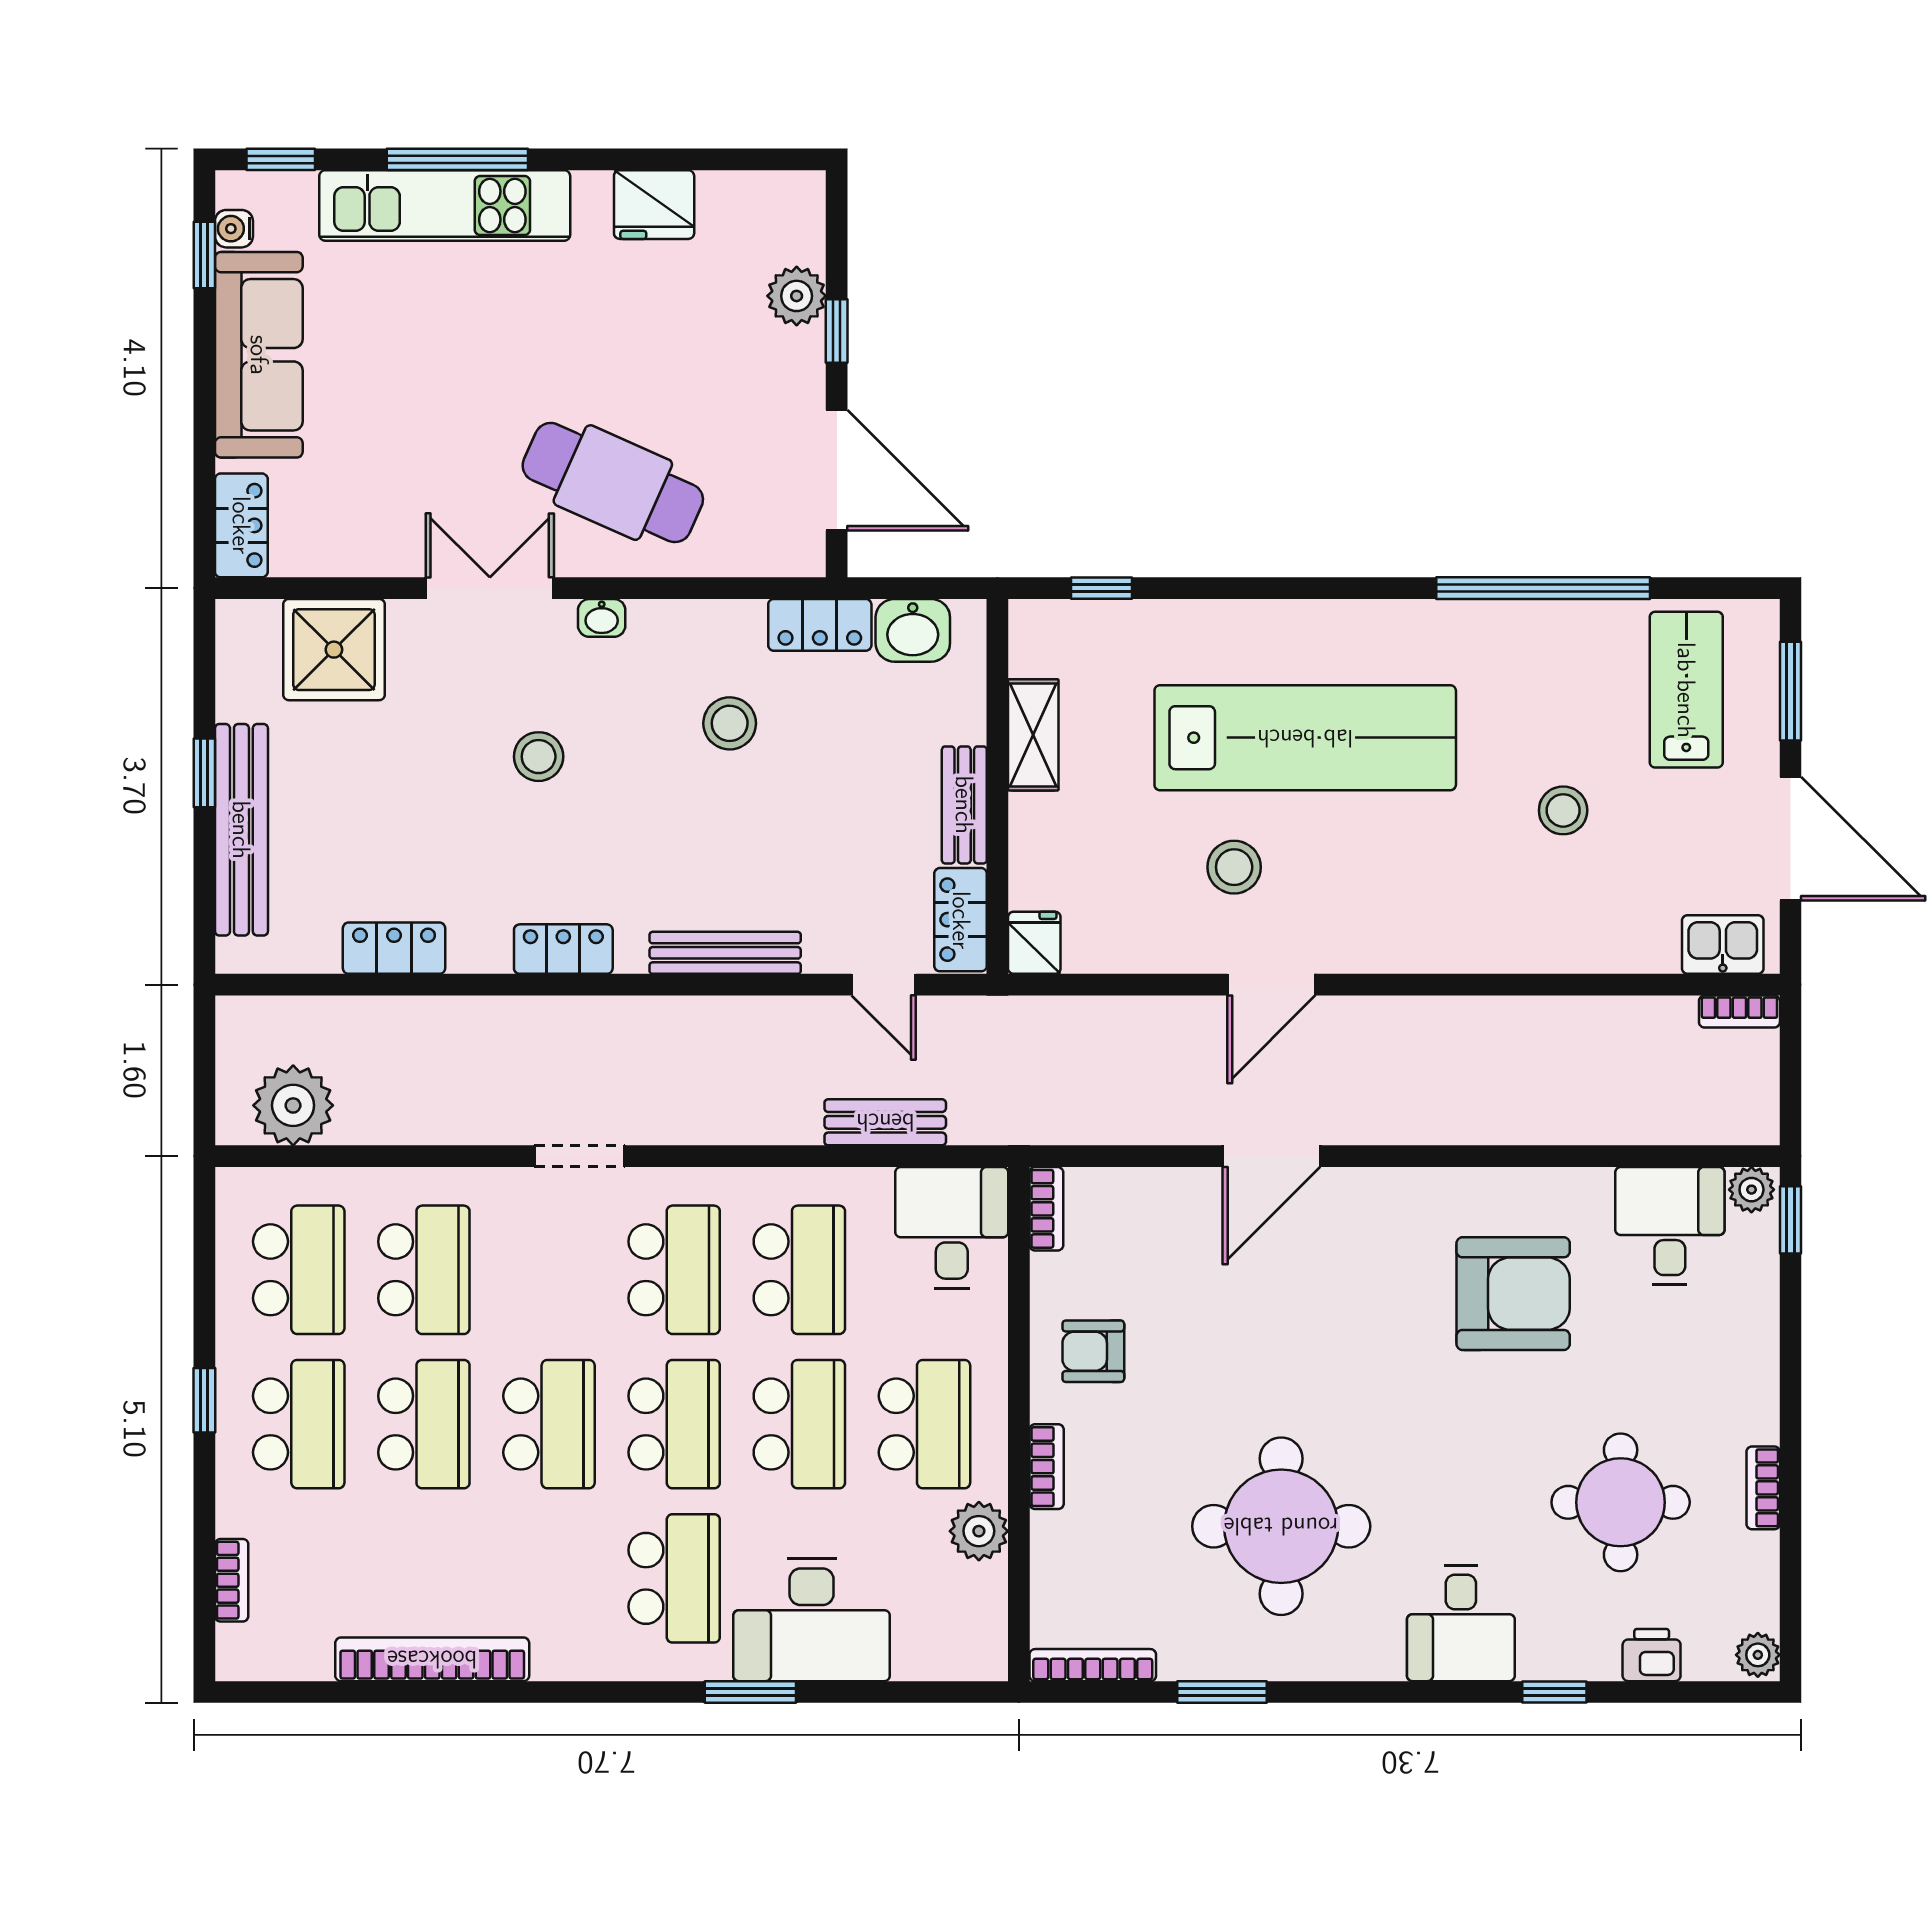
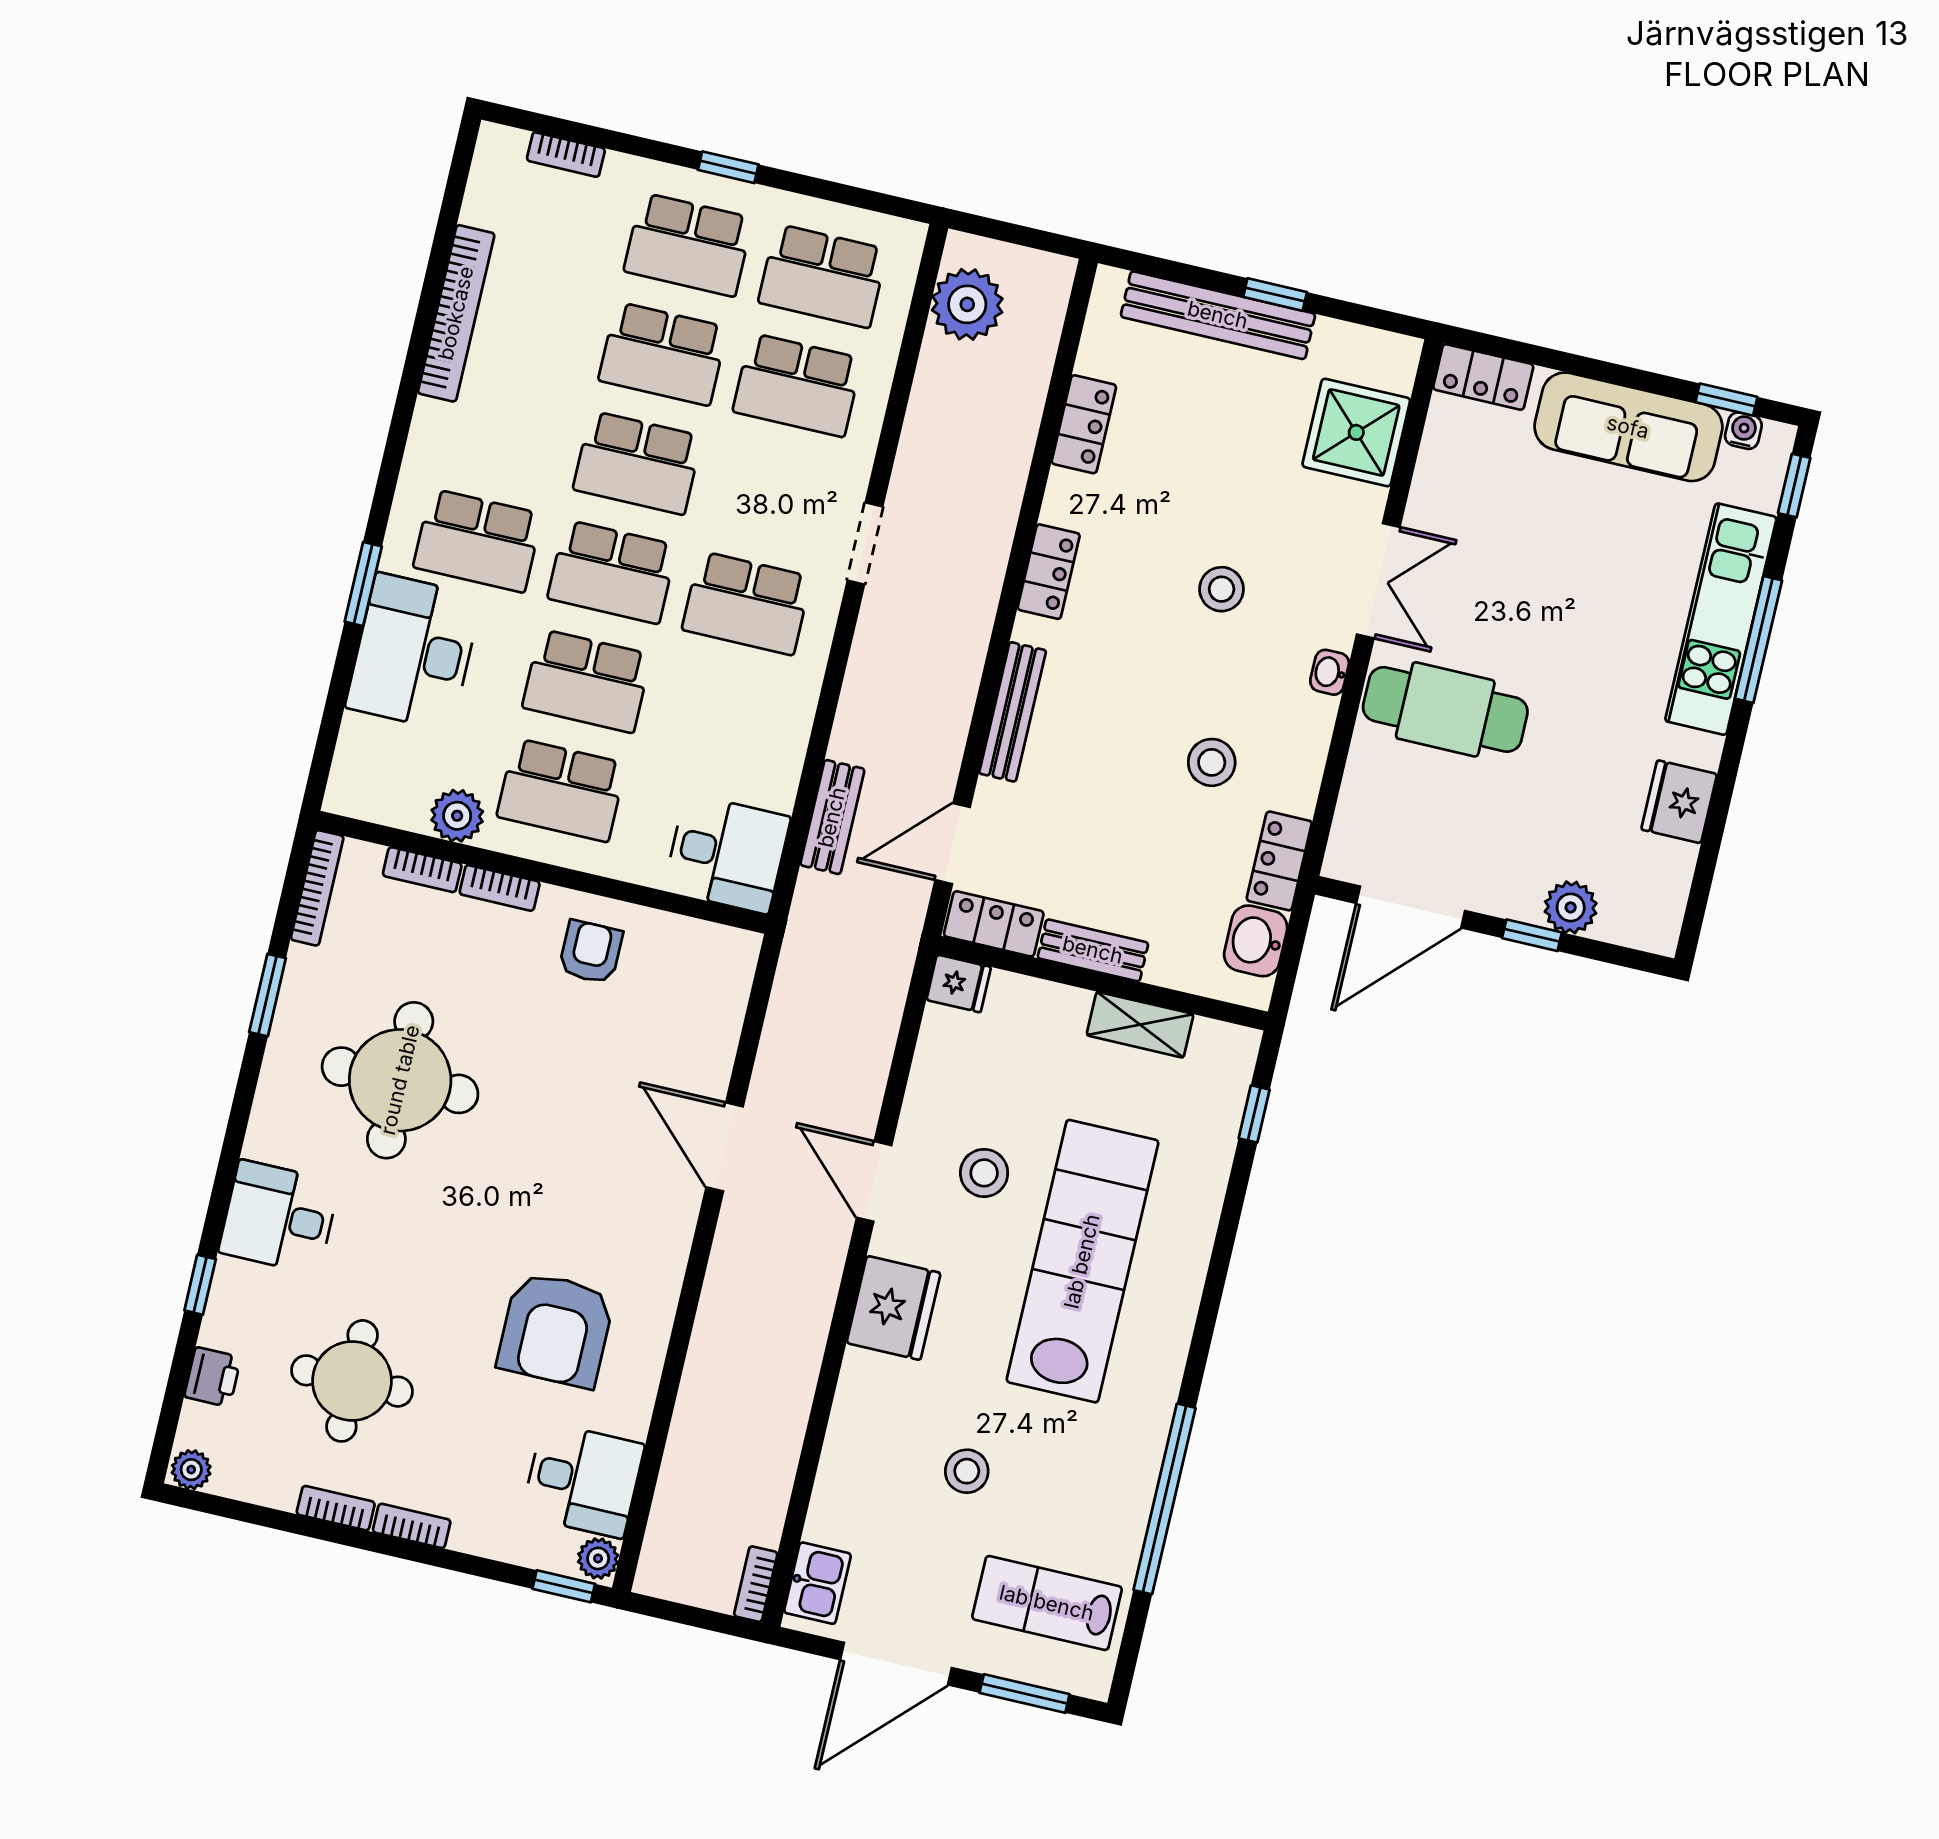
cafe table: (613, 483) -> (1445, 709), turned 66
lab bench: (1686, 690) -> (1047, 1603), turned 180
lab bench: (1305, 738) -> (1082, 1261), turned 180
fridge: (1404, 931) -> (894, 1308), added
door: (884, 985) -> (953, 844), width x1.38
bookcase: (1046, 1209) -> (422, 870), moved
school desk: (799, 1270) -> (721, 712), removed
bookcase: (1763, 1401) -> (412, 1526), added

